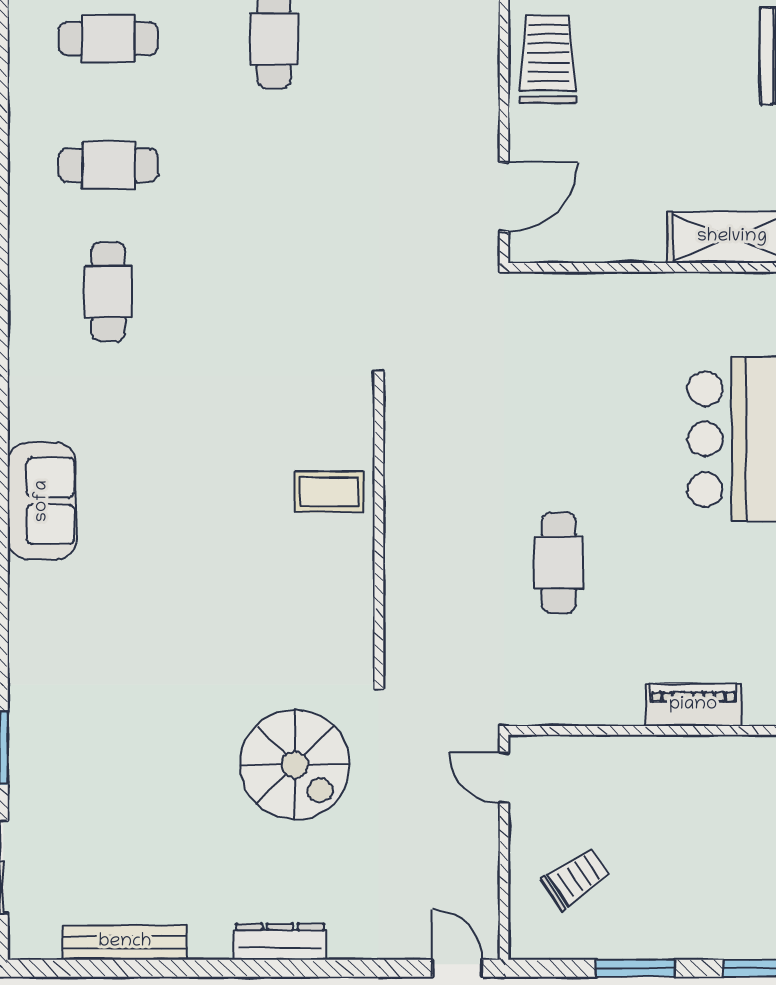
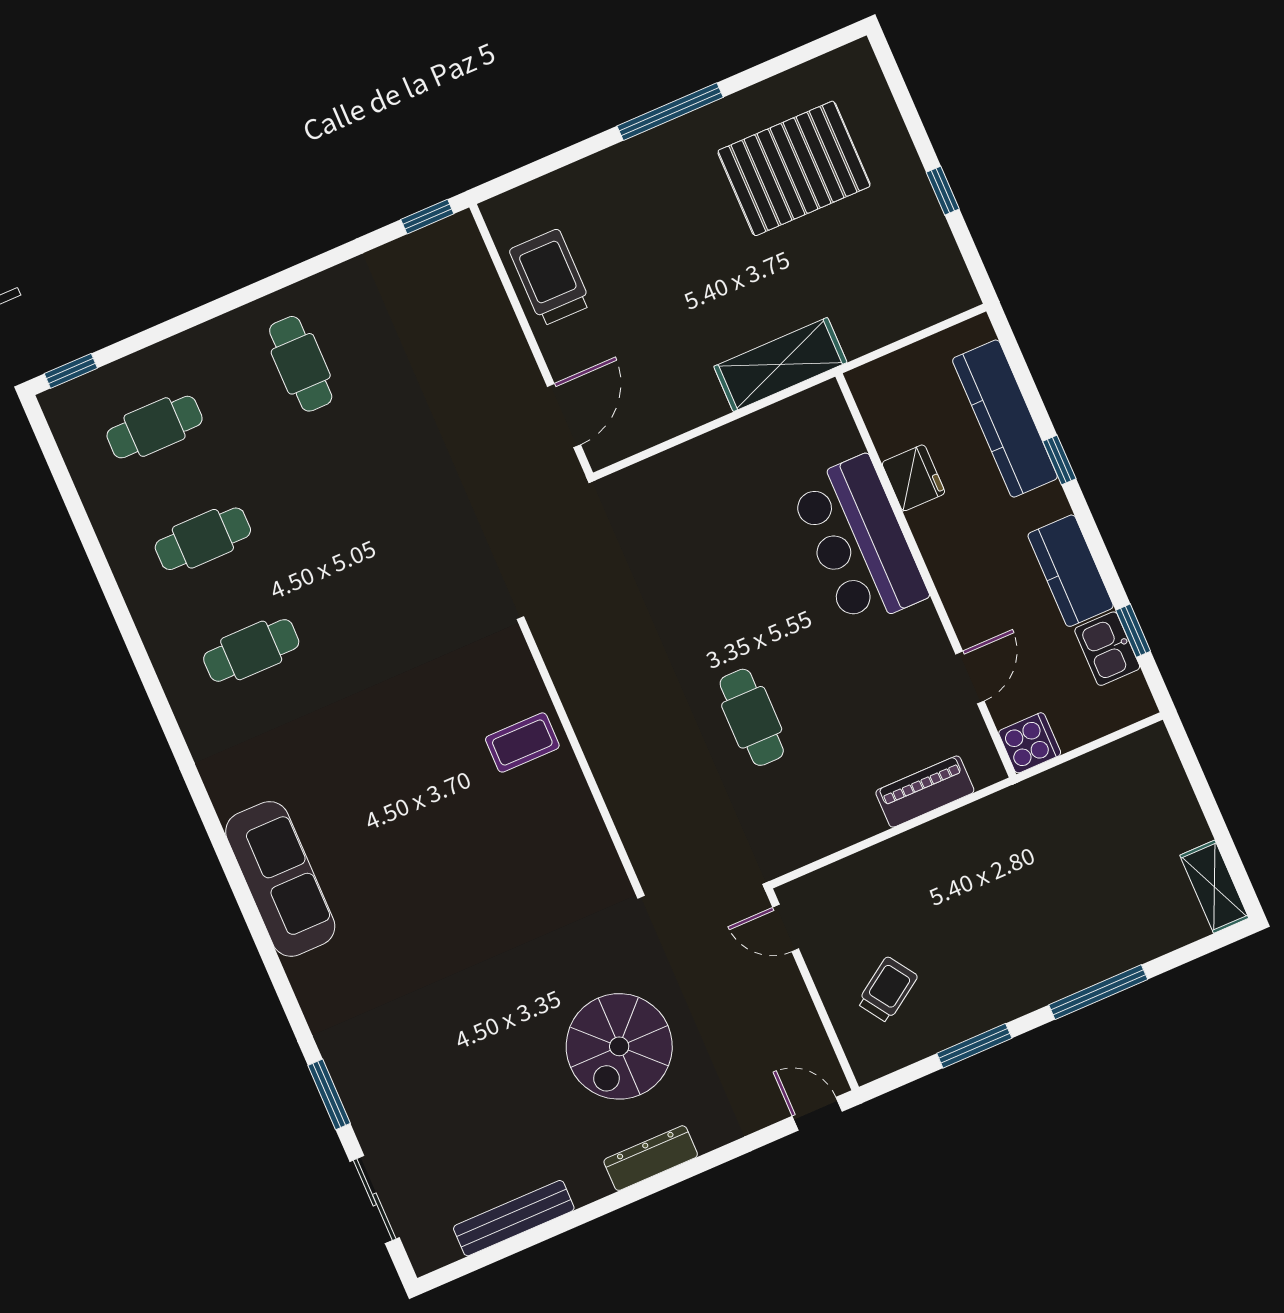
cafe table: (108, 292) -> (251, 650), turned 90
sofa: (42, 501) -> (280, 879), width x1.36
spiral stairs: (295, 765) -> (619, 1046), moved, turned 90

